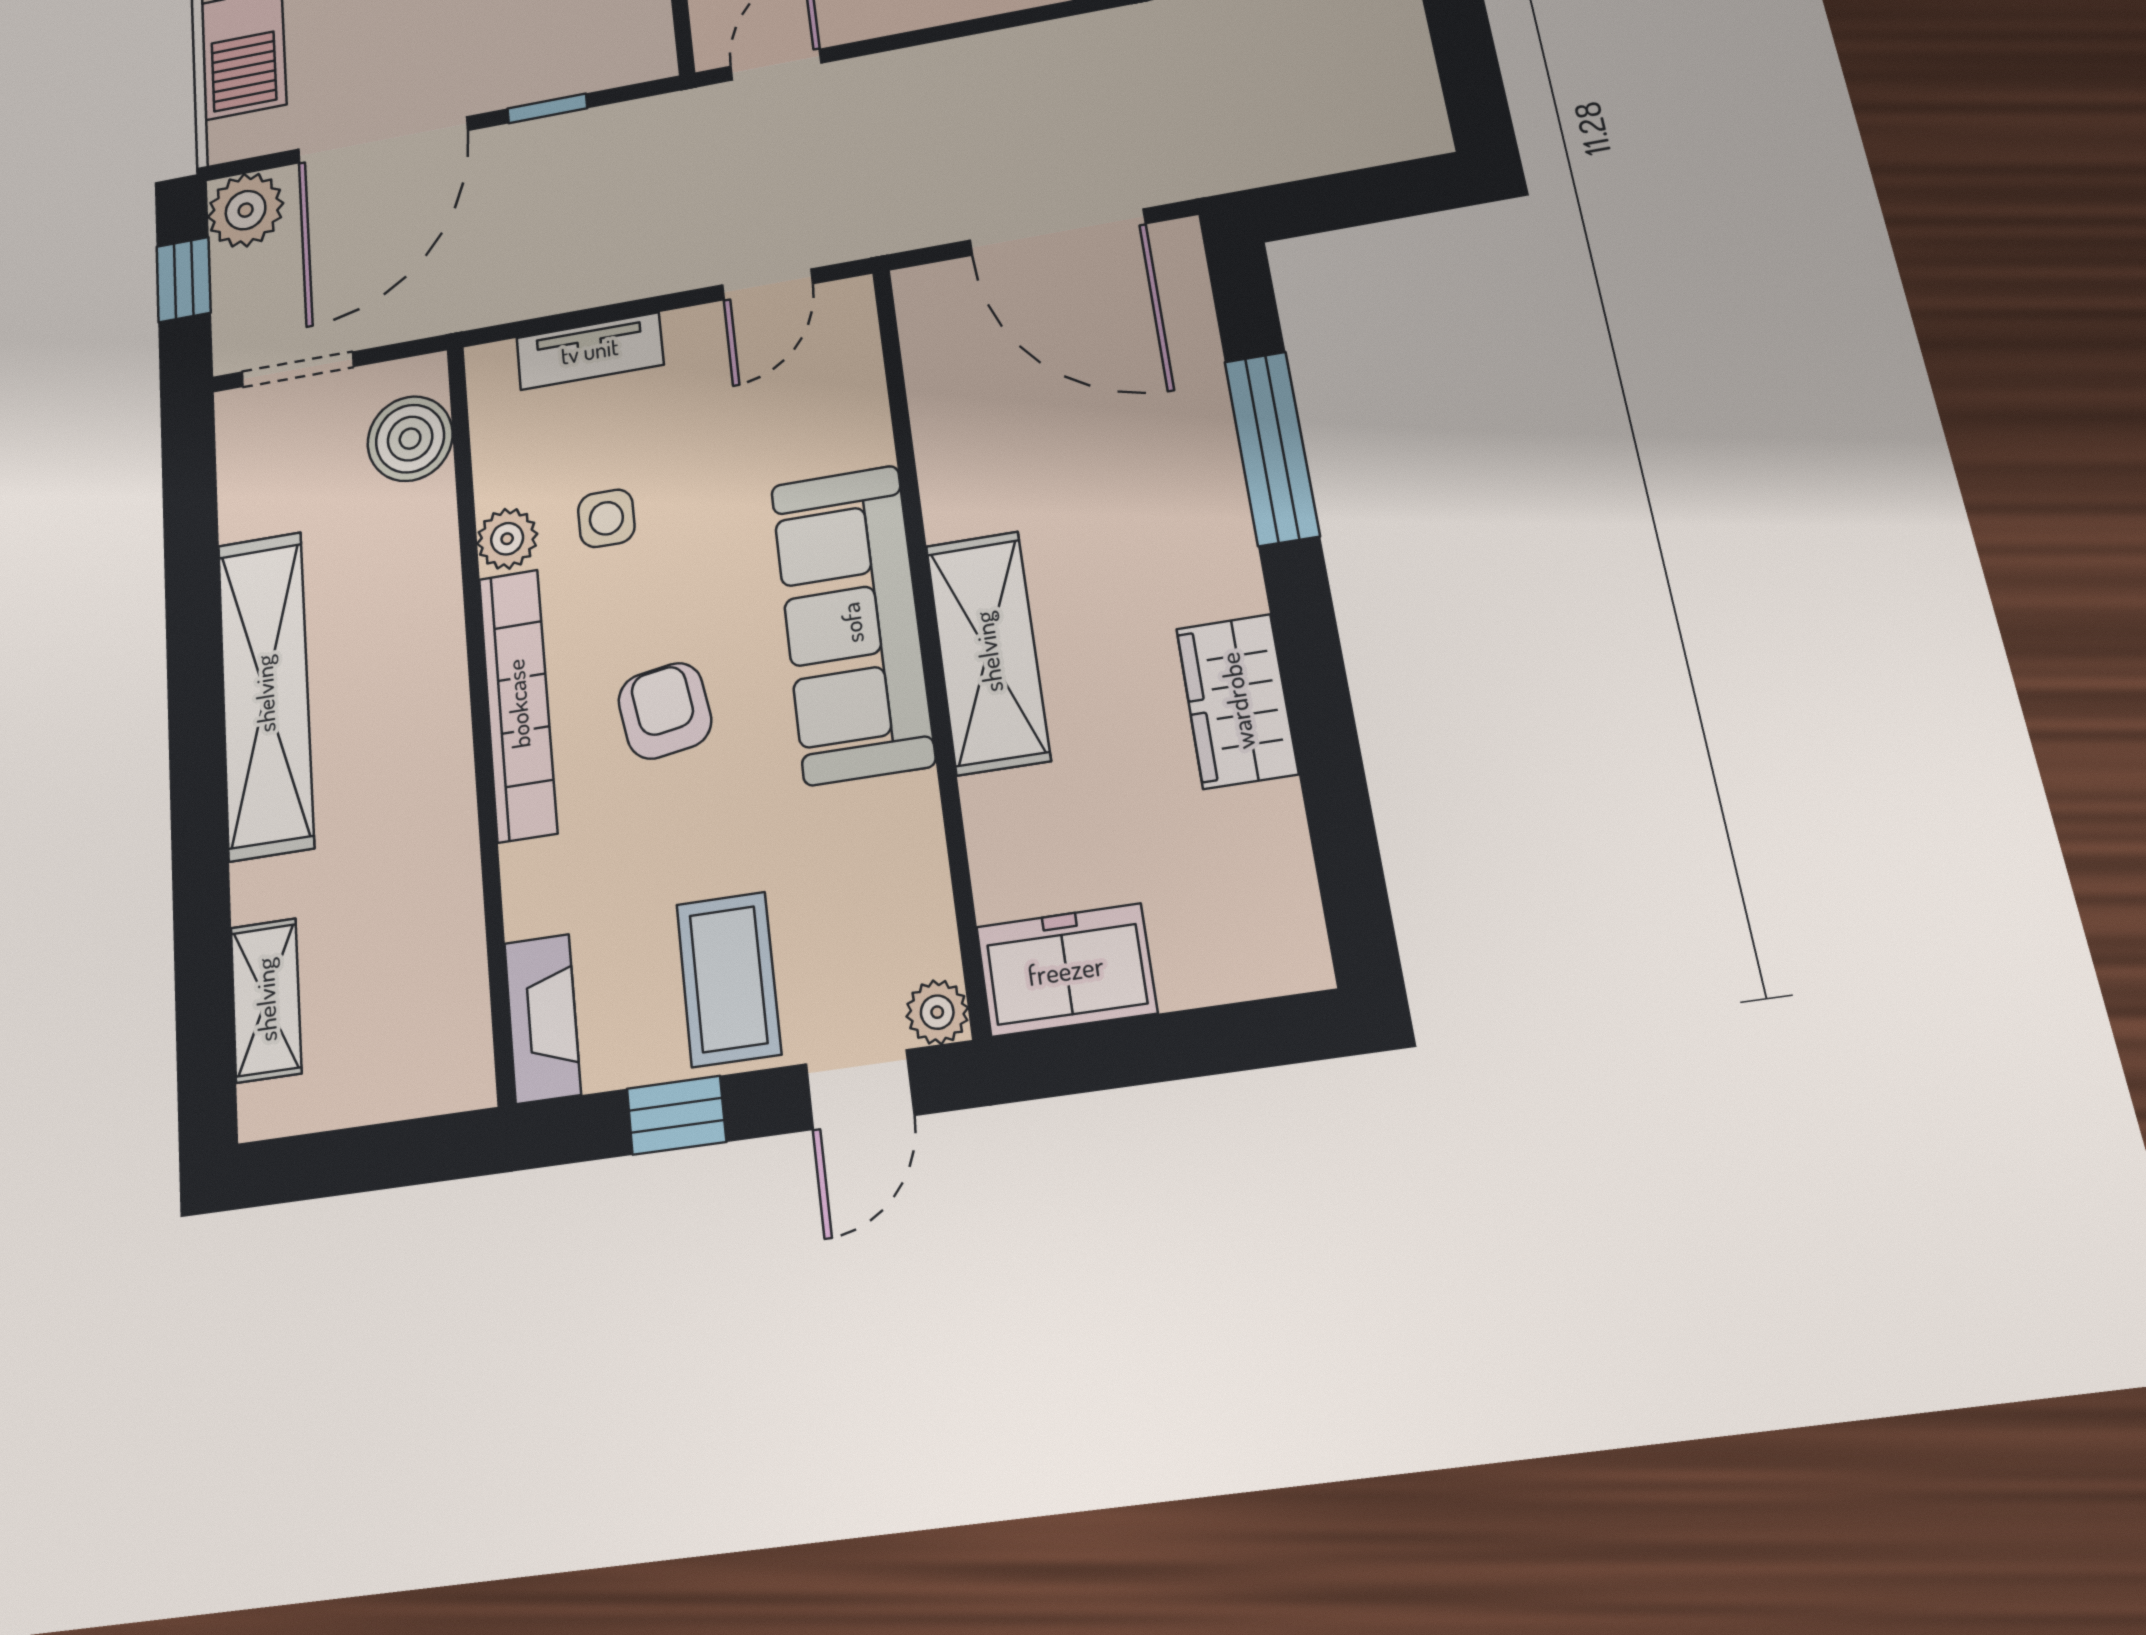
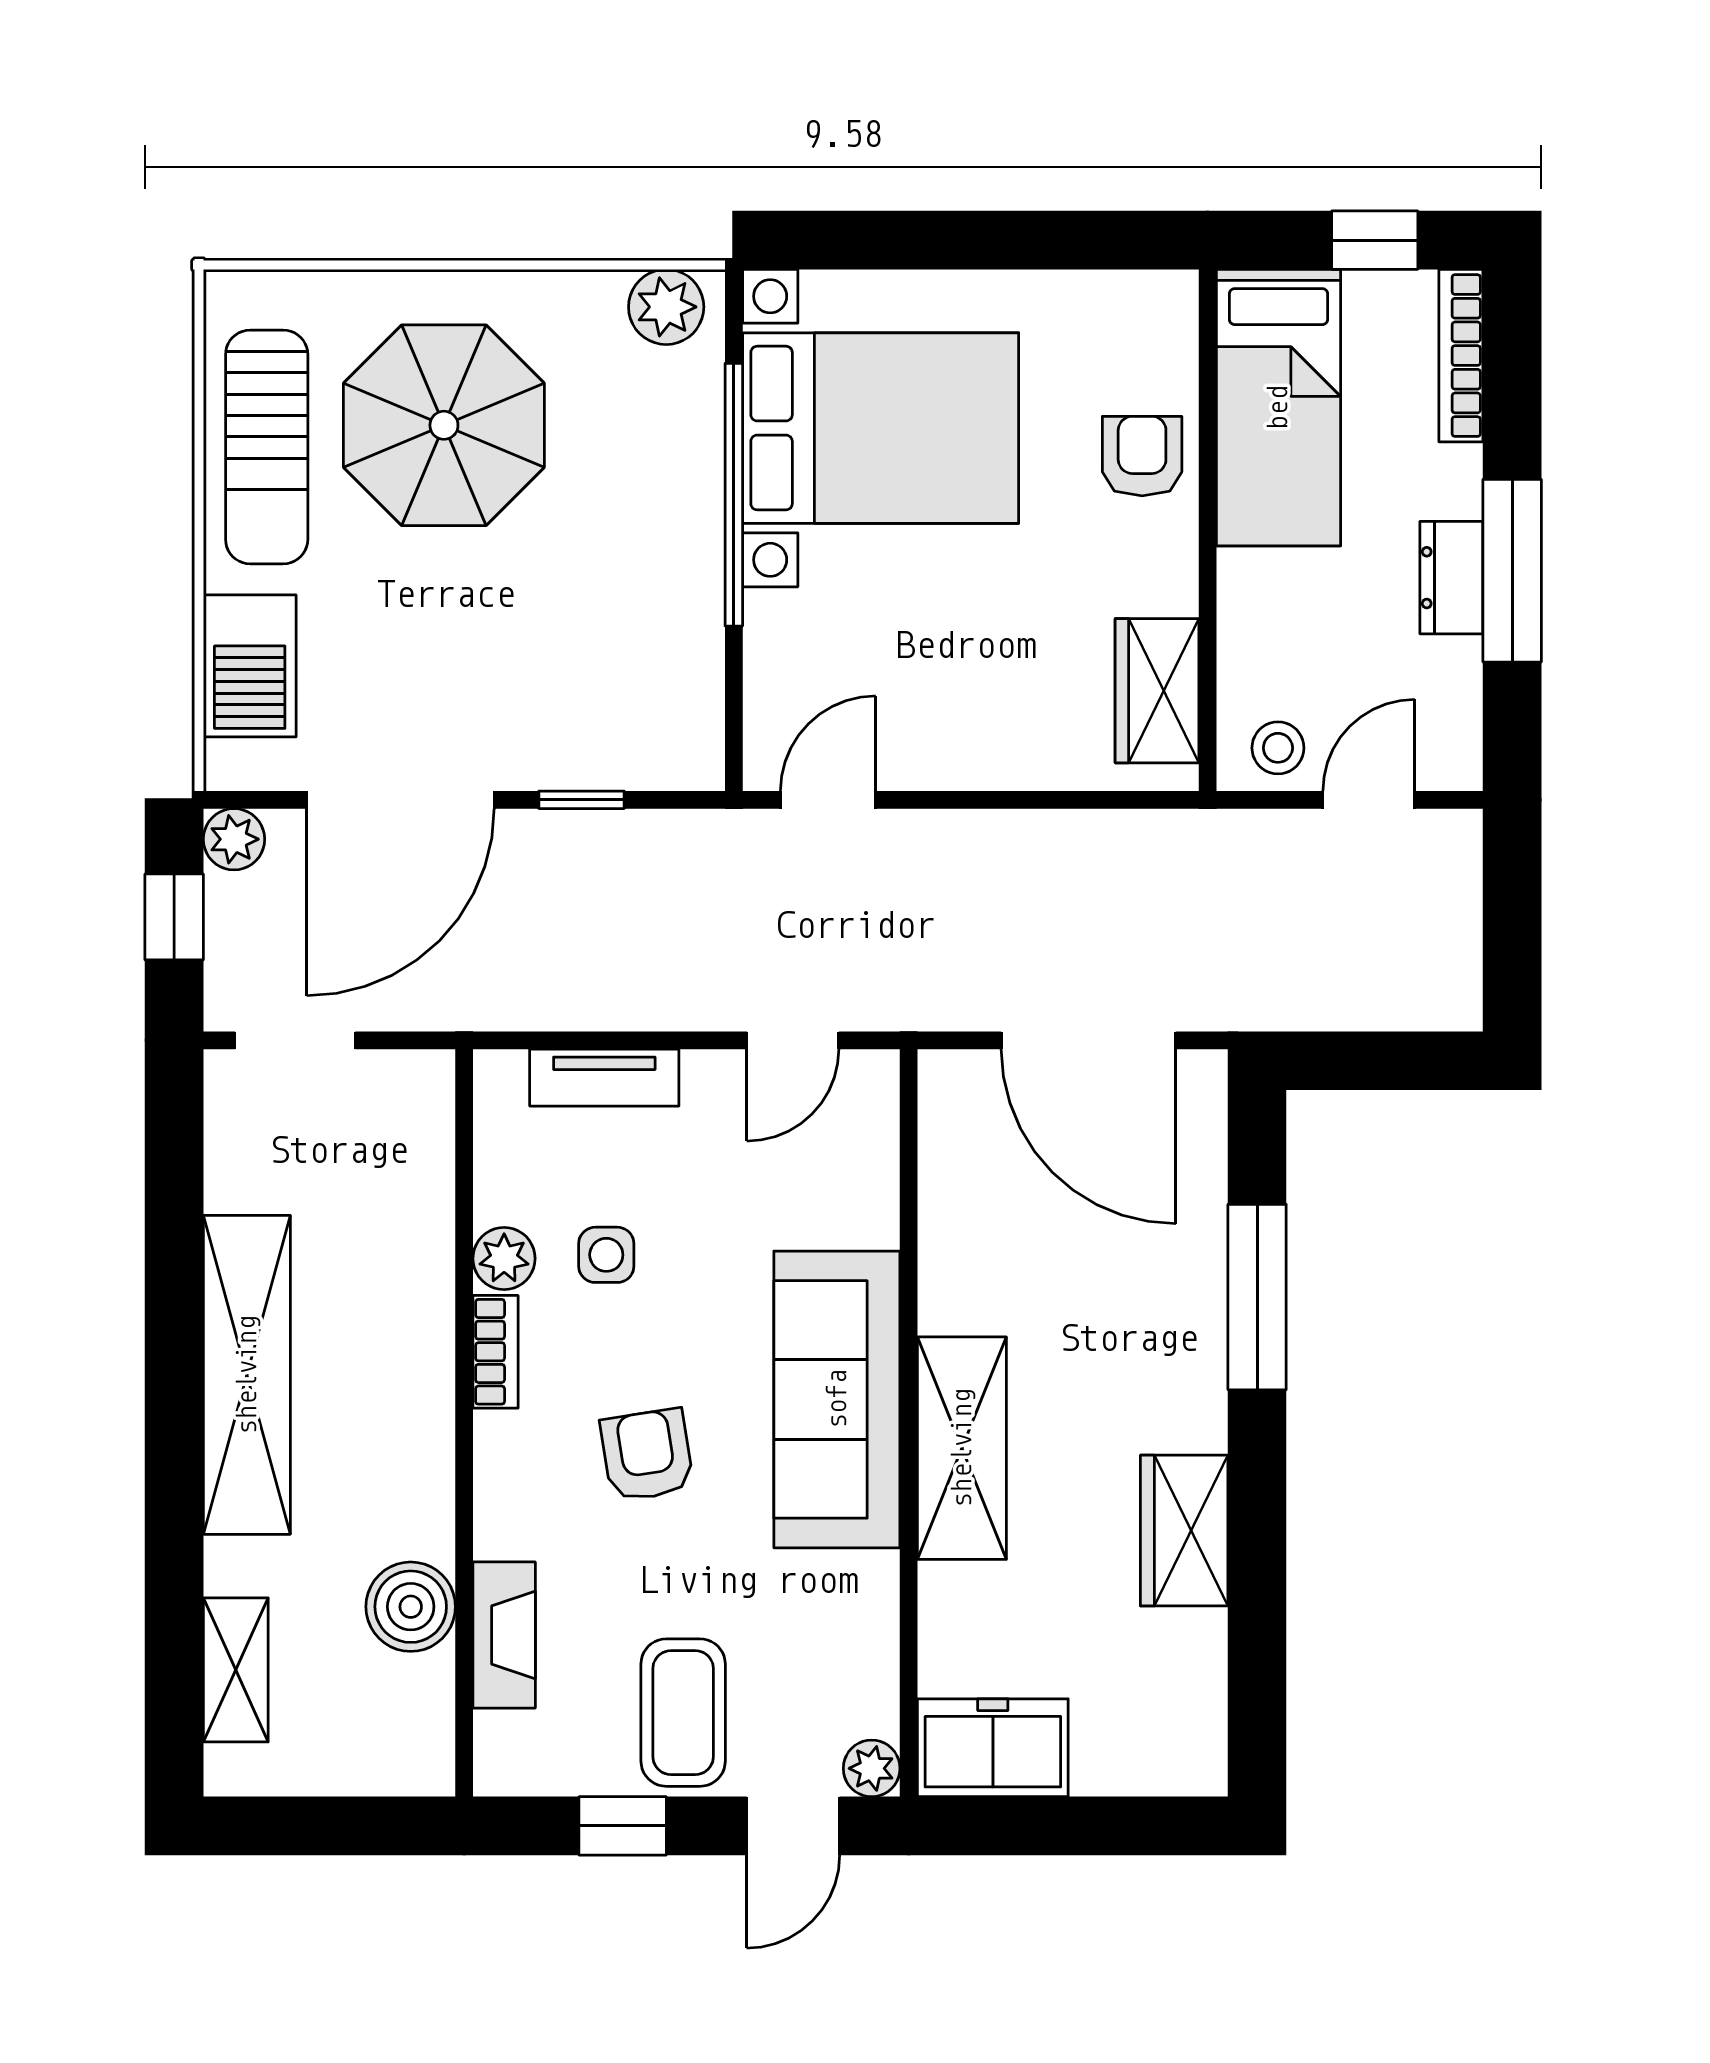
plant: (246, 210) -> (234, 839), width x0.73, depth x0.73
boiler: (410, 439) -> (411, 1607), moved
bookcase: (518, 704) -> (495, 1352), width x0.43, depth x0.76
fireplace: (542, 1018) -> (504, 1635), moved

